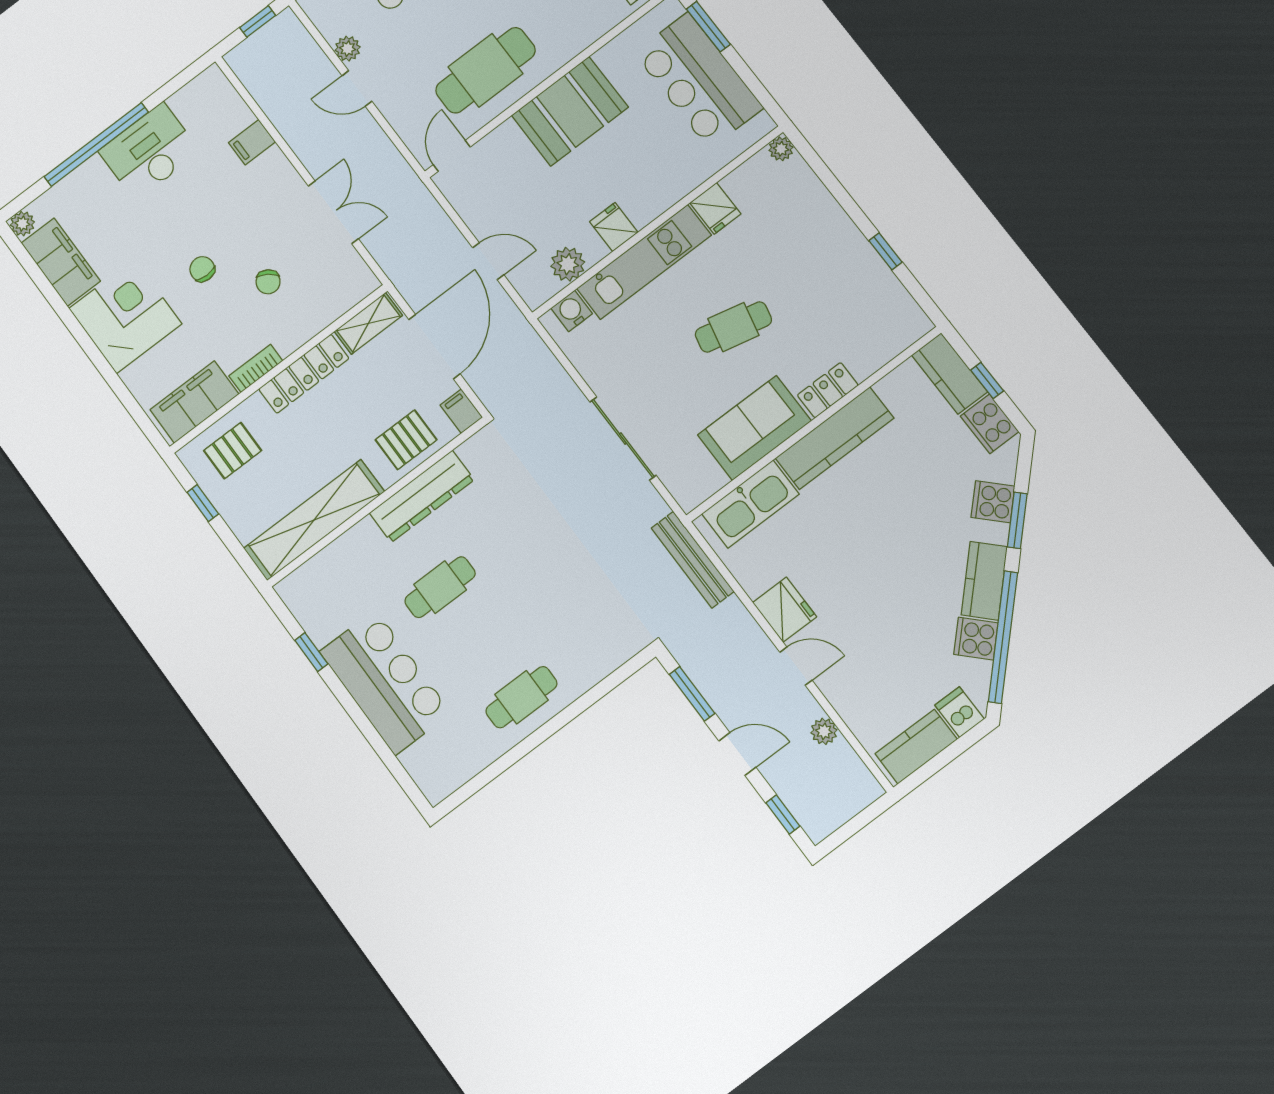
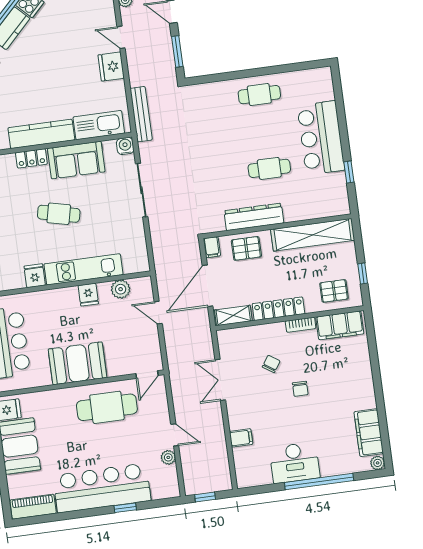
water cooler: (572, 311) -> (125, 146), moved, turned 180
corner desk: (125, 316) -> (351, 387), removed

